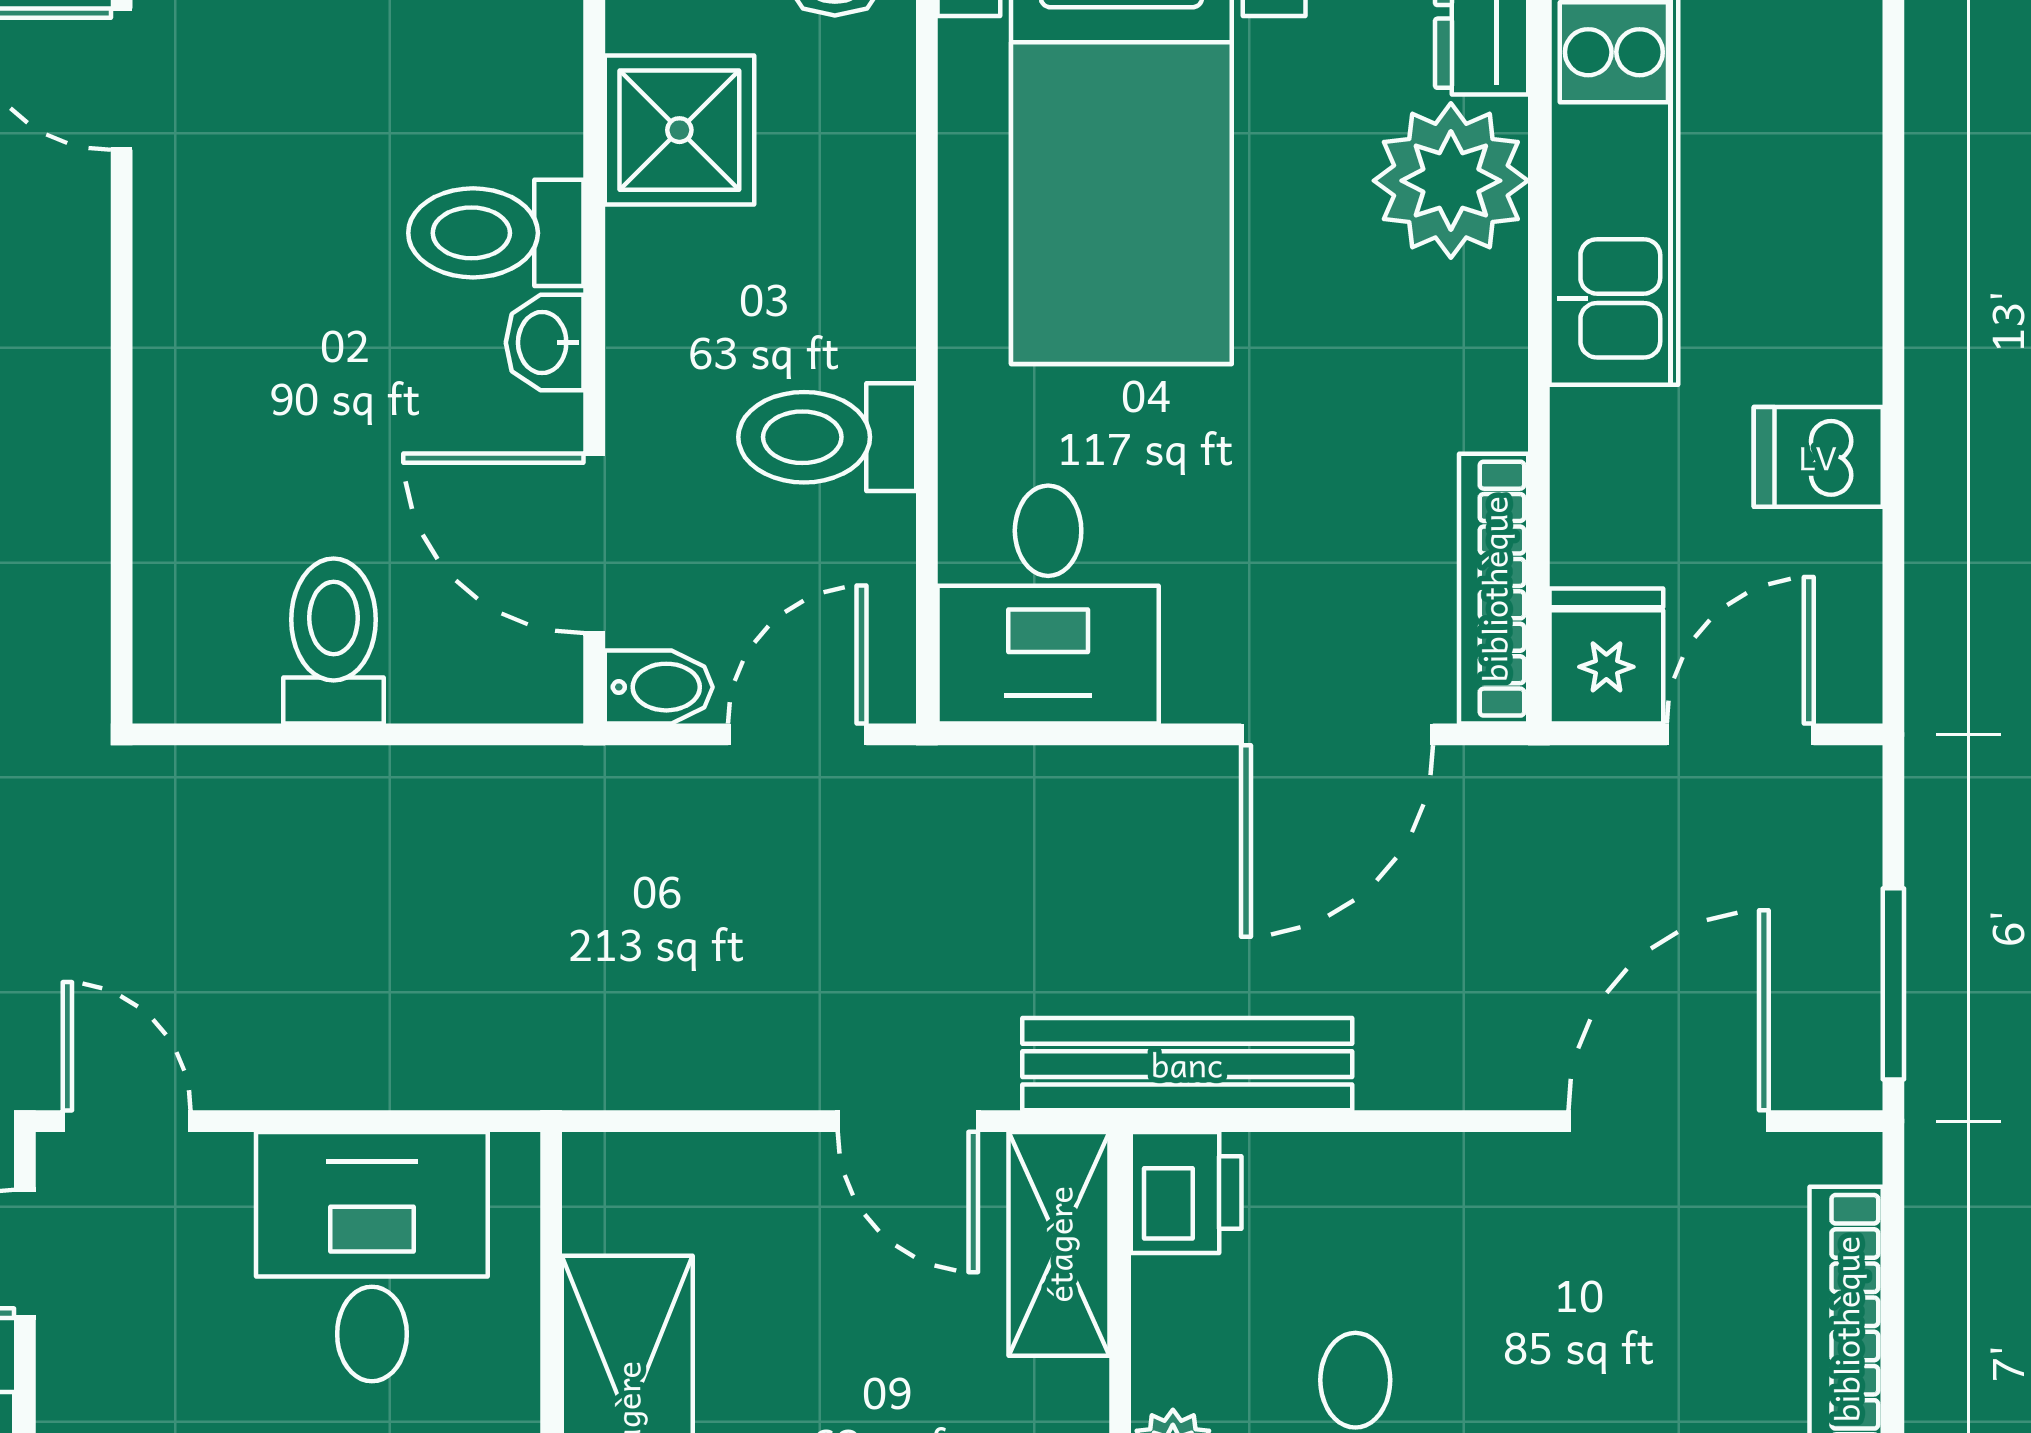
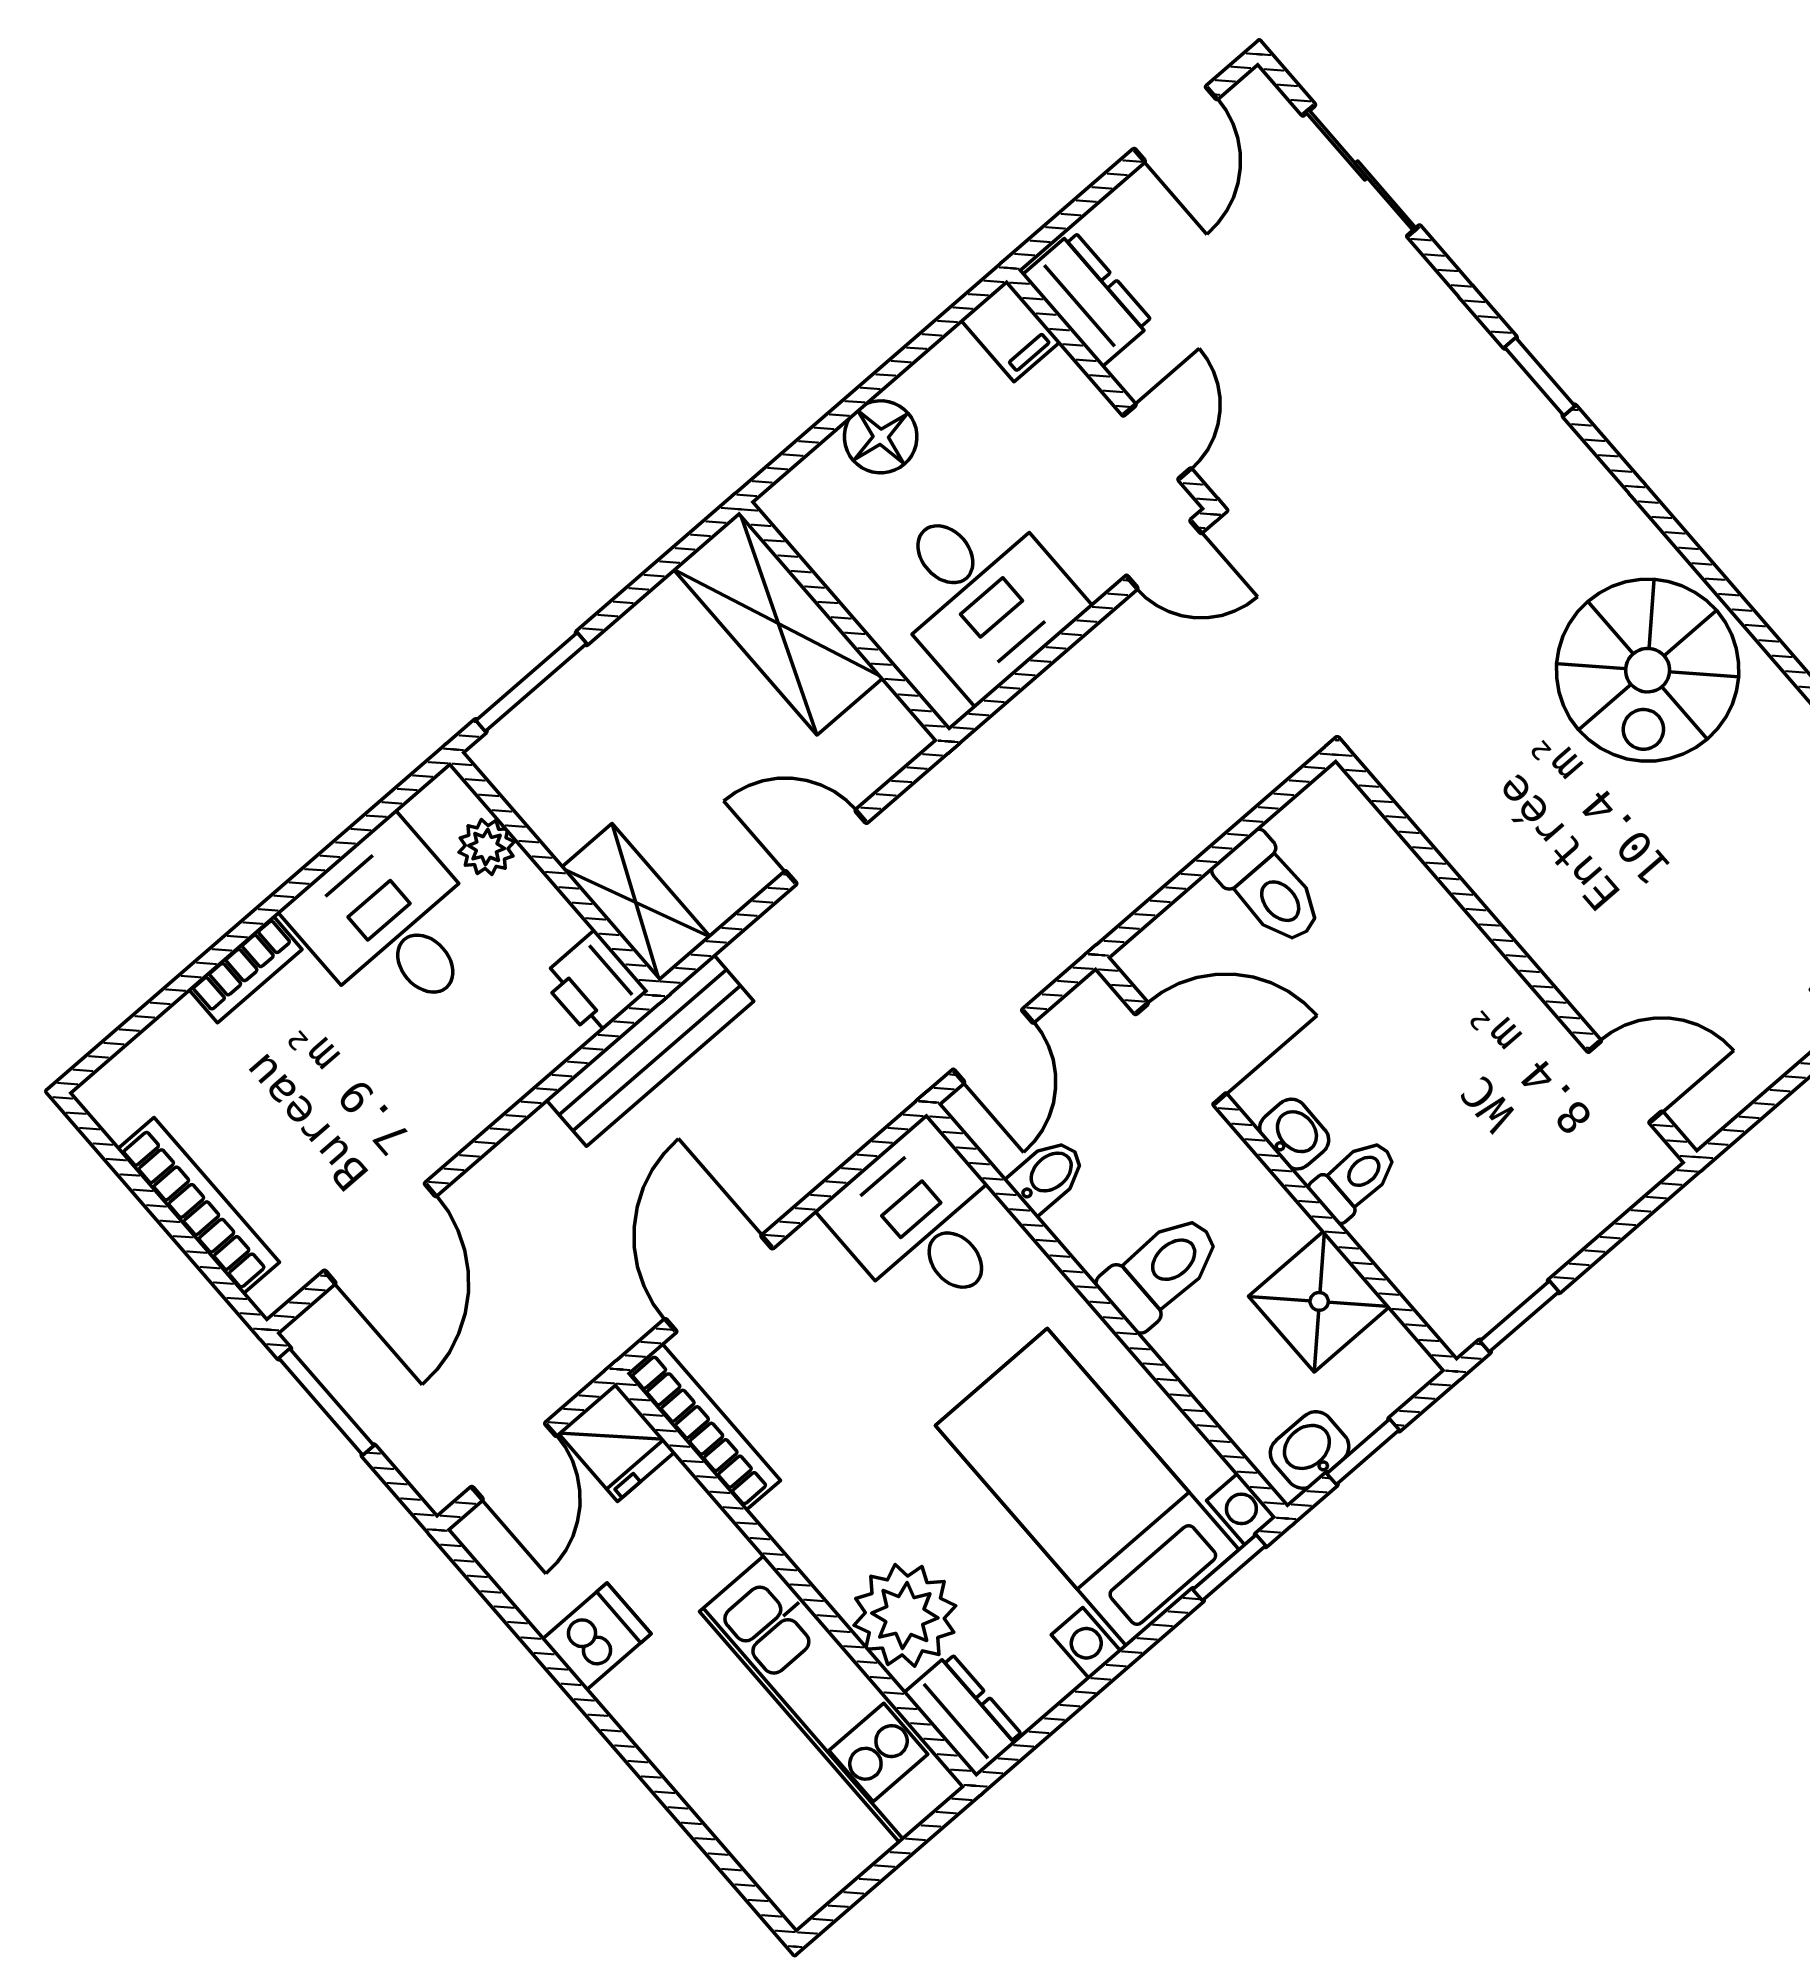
toilet: (496, 233) -> (1355, 1179), width x0.73, depth x0.72
toilet: (827, 437) -> (1161, 1271), moved
bidet: (659, 687) -> (1047, 1175), moved, turned 180
door: (908, 1121) -> (826, 847), moved

